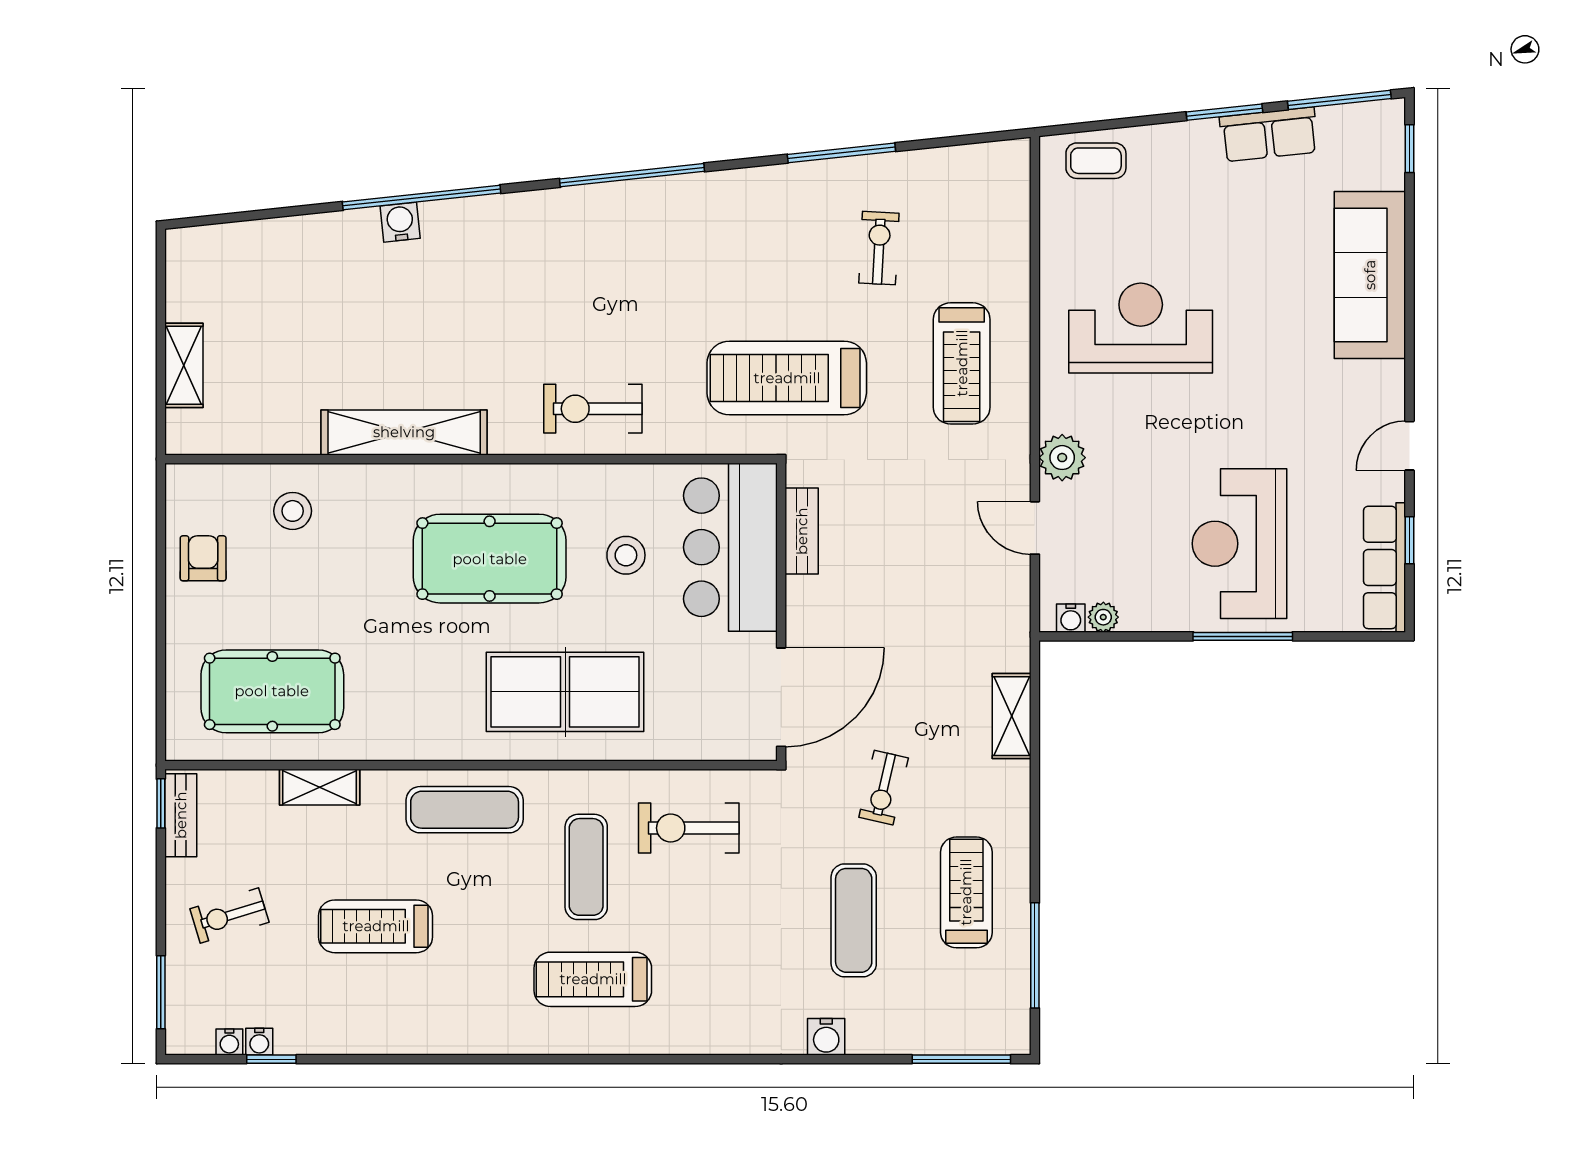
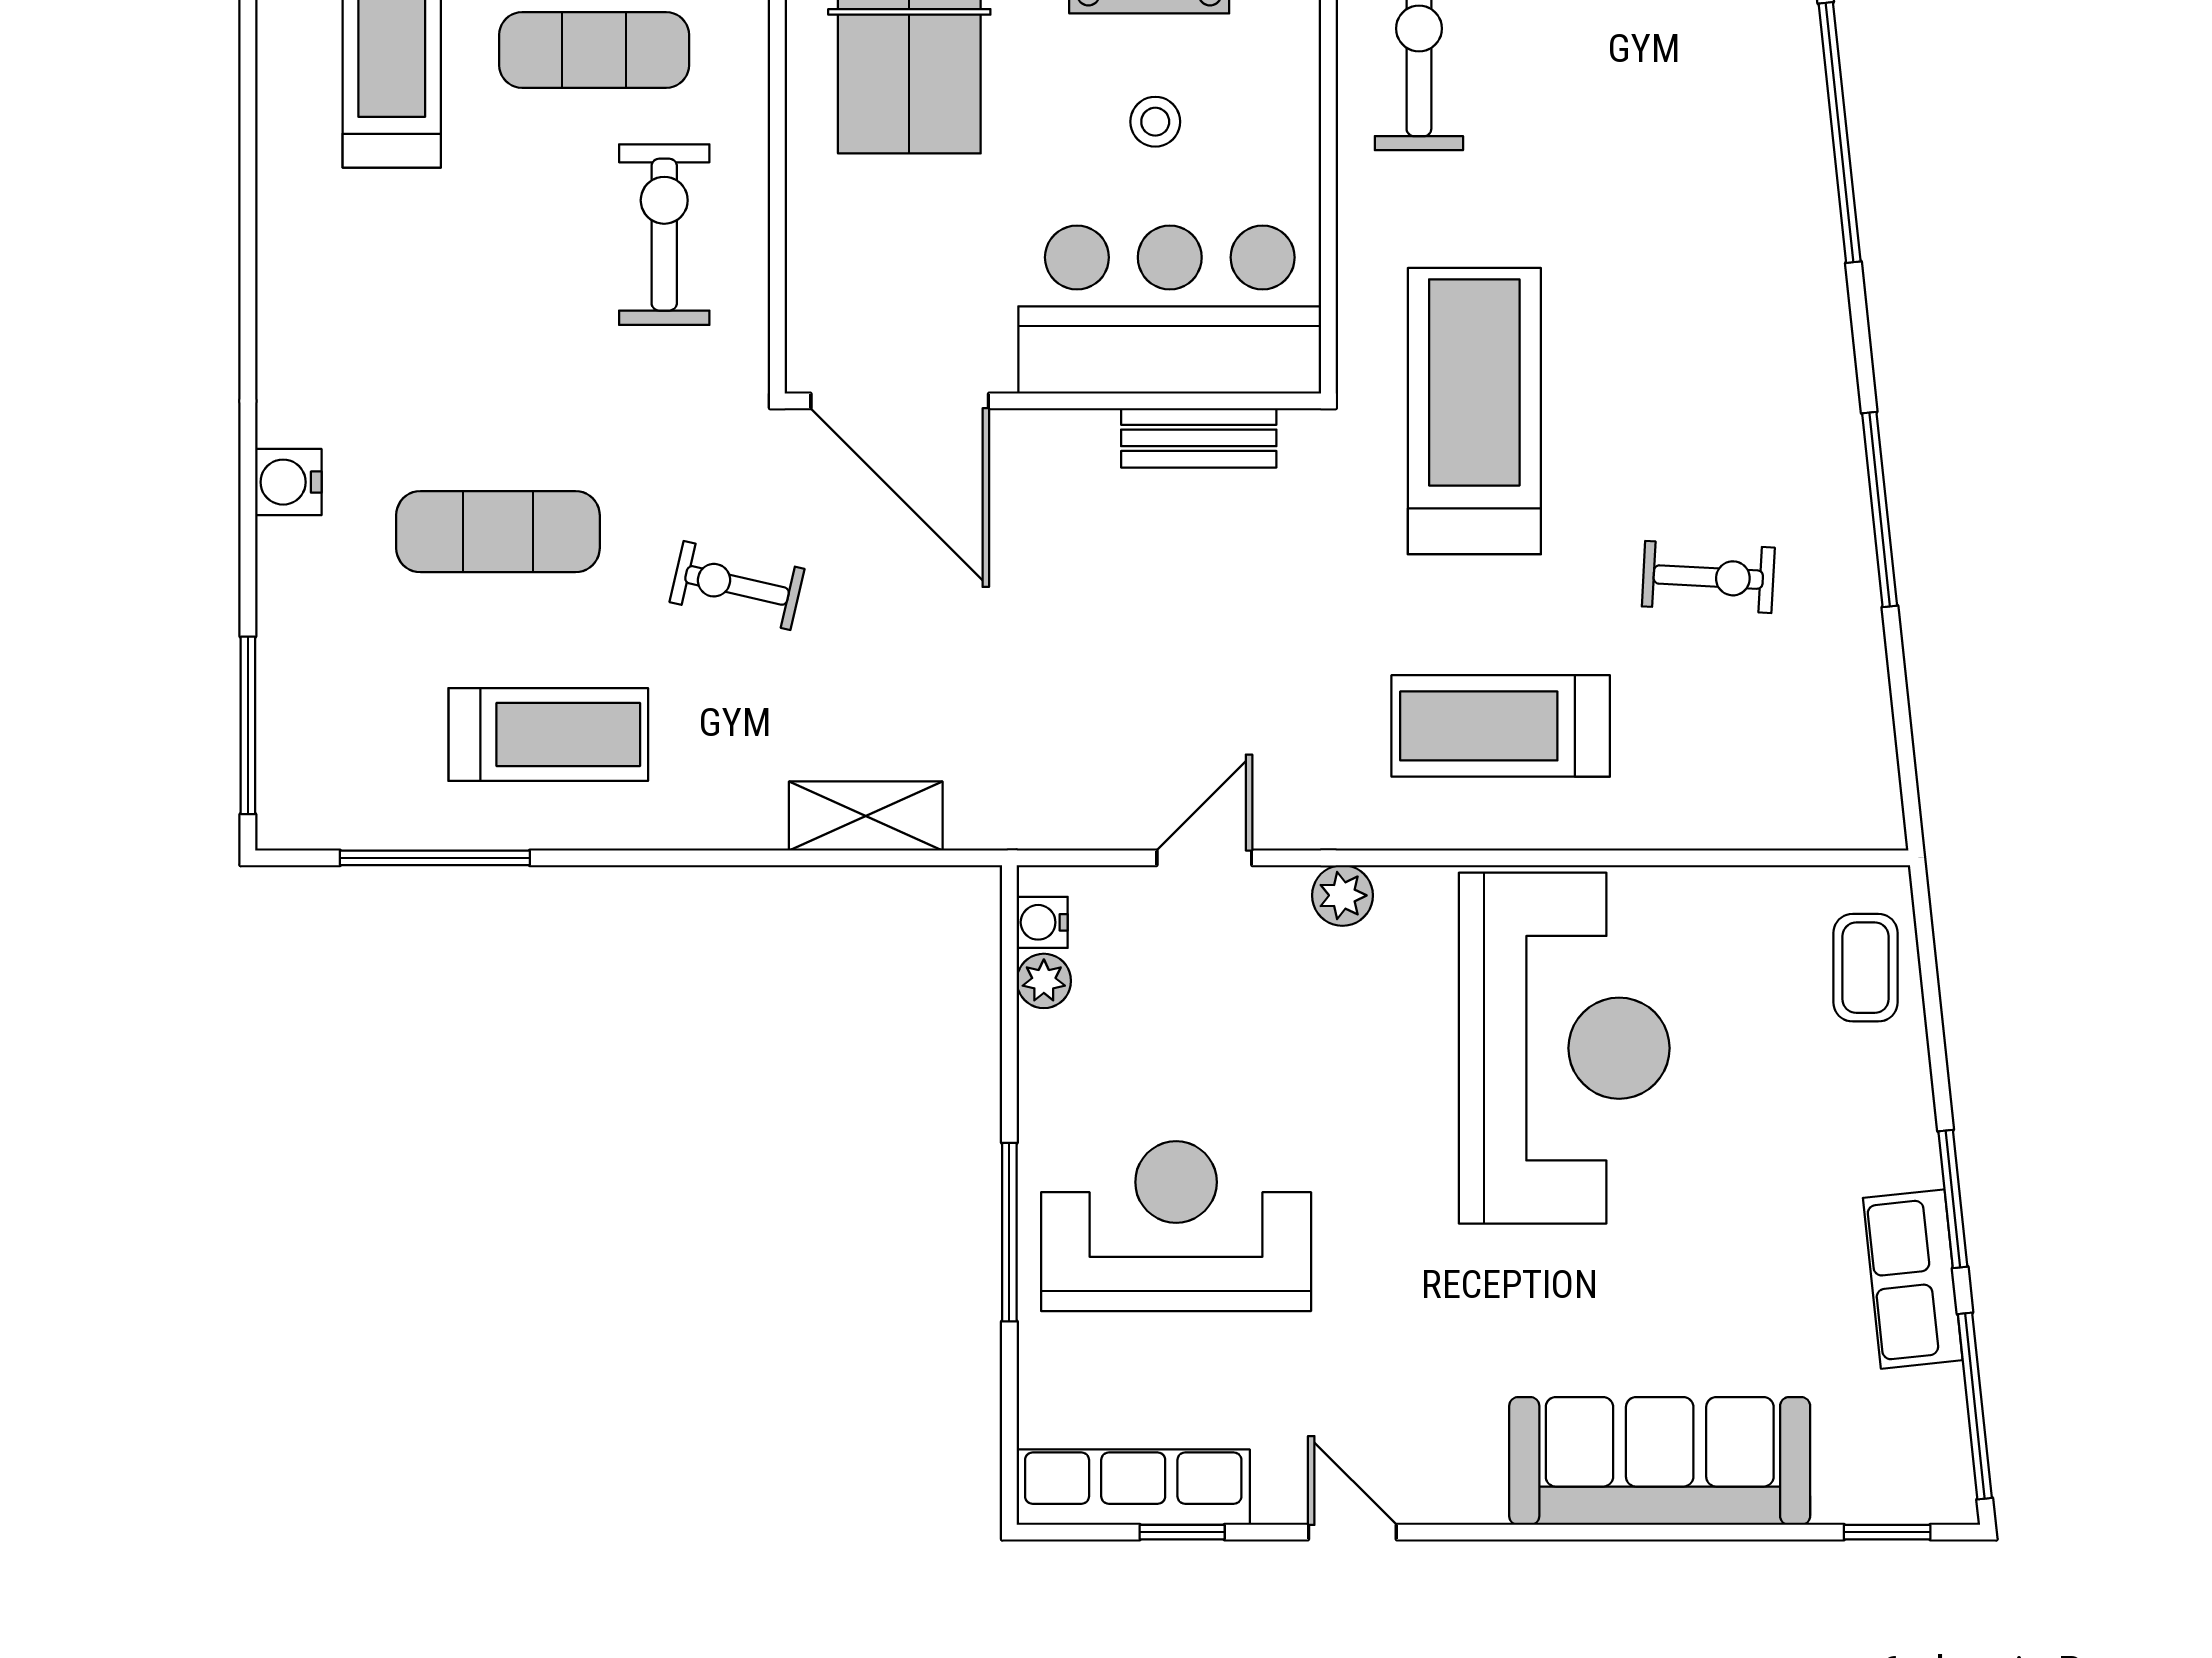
reception desk: (1141, 328) -> (1564, 1048), width x1.36, depth x1.30
plant: (1062, 458) -> (1342, 895), width x0.73, depth x0.73
stool: (626, 555) -> (1155, 122), width x0.73, depth x0.73

